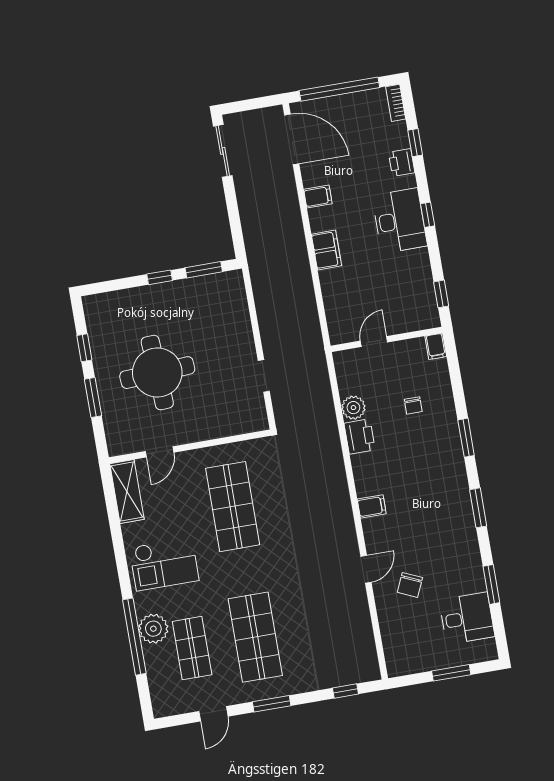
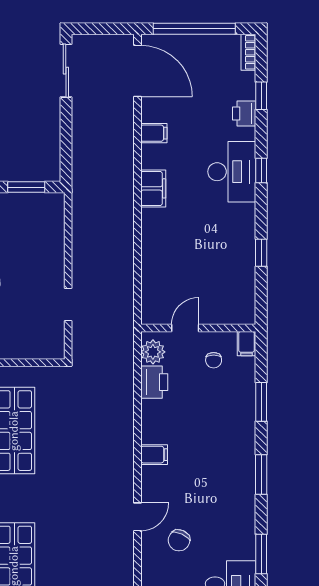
wall: (387, 339) -> (198, 328), moved
door: (374, 342) -> (185, 328), moved
filing cabinet: (436, 346) -> (246, 344), moved

